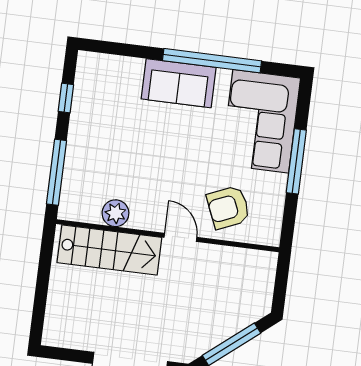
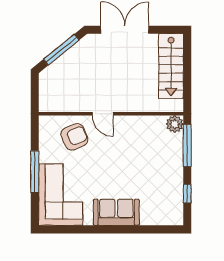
window: (212, 61) -> (97, 229), removed
plant: (115, 213) -> (175, 124), moved
stairs: (109, 250) -> (171, 66), moved, turned -90

